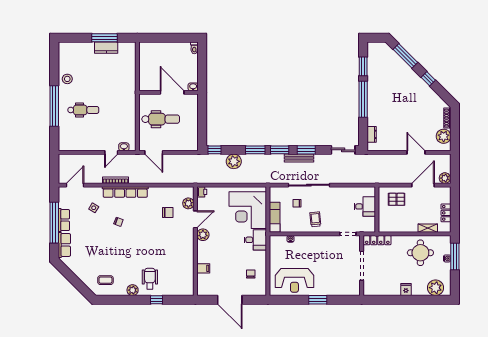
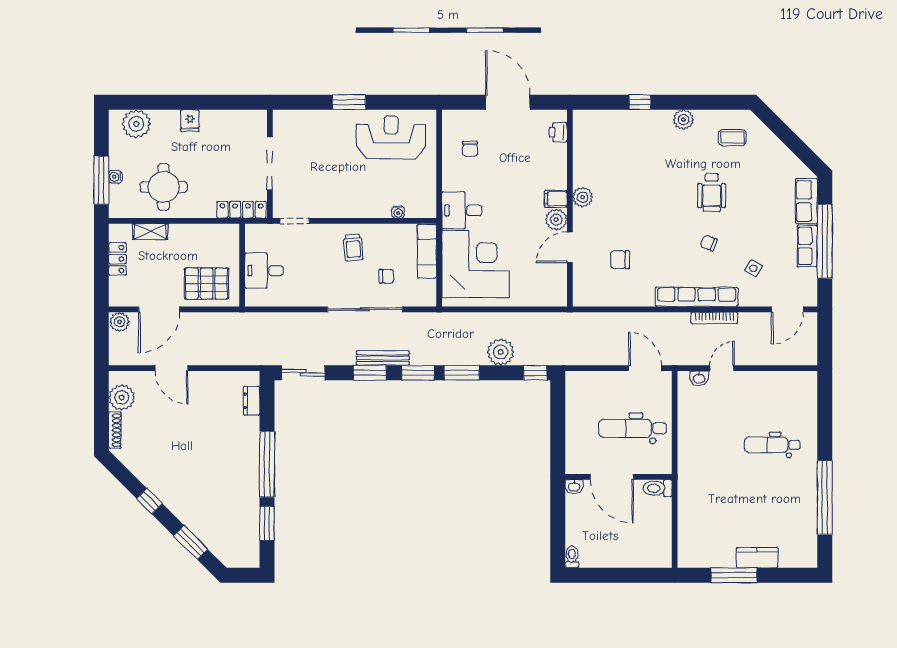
kitchen counter: (106, 48) -> (757, 558), moved
window: (405, 56) -> (191, 542), width x0.69
stool: (67, 79) -> (801, 501), removed
toilet: (147, 86) -> (658, 488), added
window: (54, 106) -> (825, 498), moved
printer: (202, 192) -> (558, 132), moved
pallet: (397, 199) -> (207, 284), width x1.50, depth x1.42
plant: (188, 203) -> (583, 197), moved
filing cabinet: (203, 268) -> (556, 199), moved
wheelchair: (150, 279) -> (712, 193), moved

